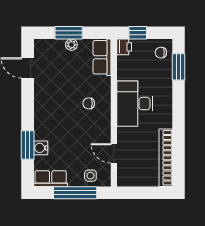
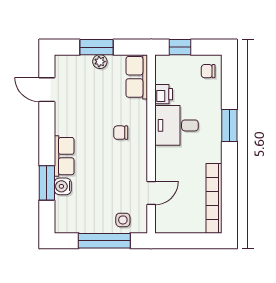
printer: (124, 47) -> (164, 94), moved
window: (178, 67) -> (229, 125), moved
desk: (135, 104) -> (177, 125), width x0.73
door: (114, 153) -> (151, 193), swing flipped
row of seats: (51, 179) -> (64, 156), moved, turned 90

